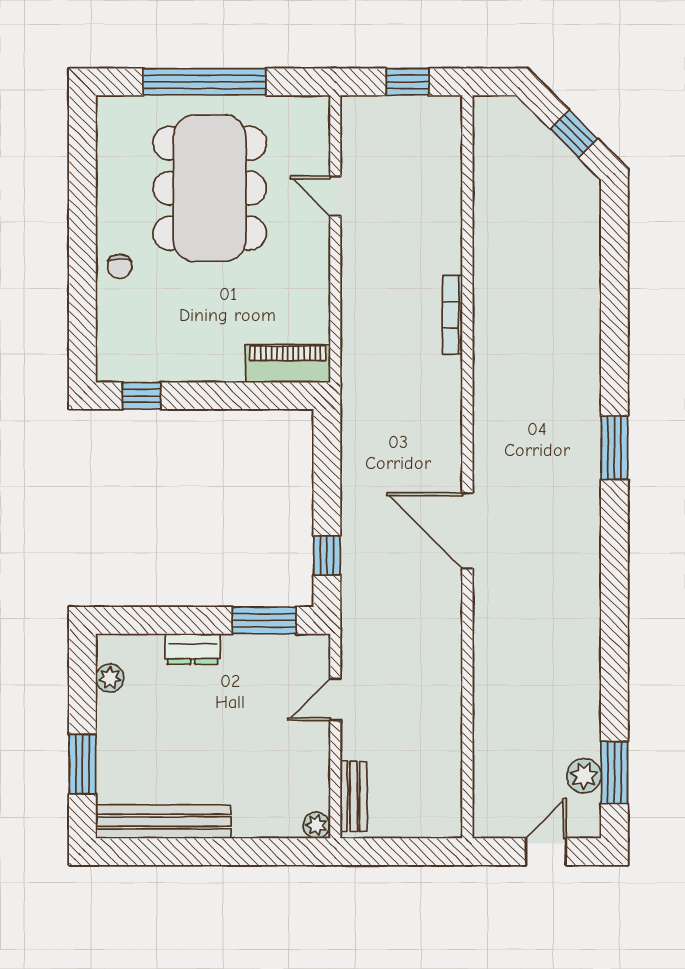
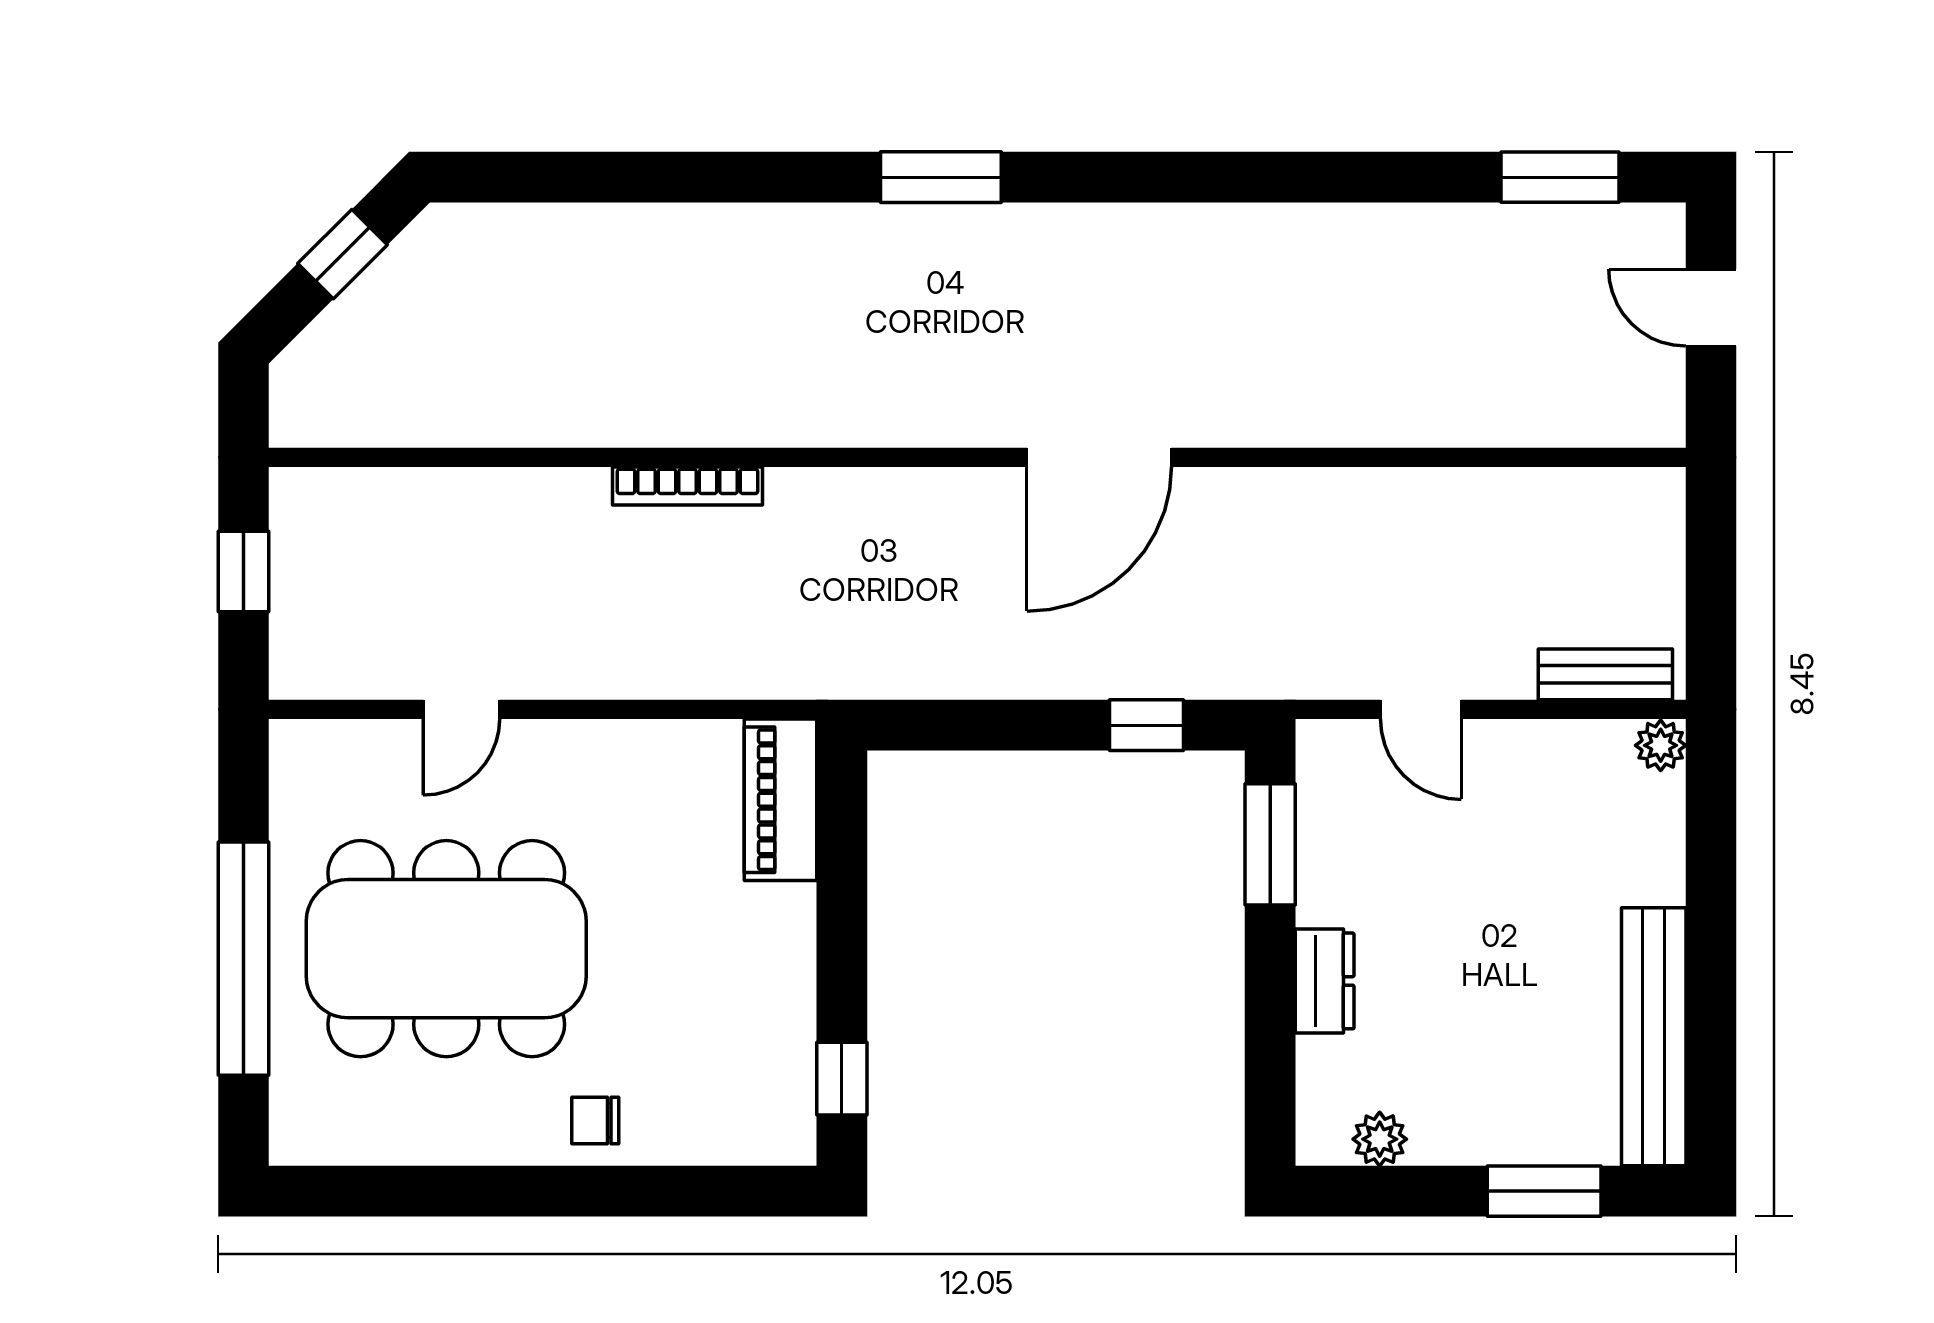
chair: (120, 266) -> (595, 1120), turned 180
plant: (584, 776) -> (1566, 235), removed

